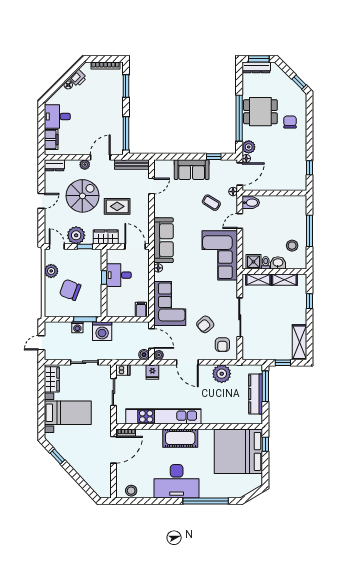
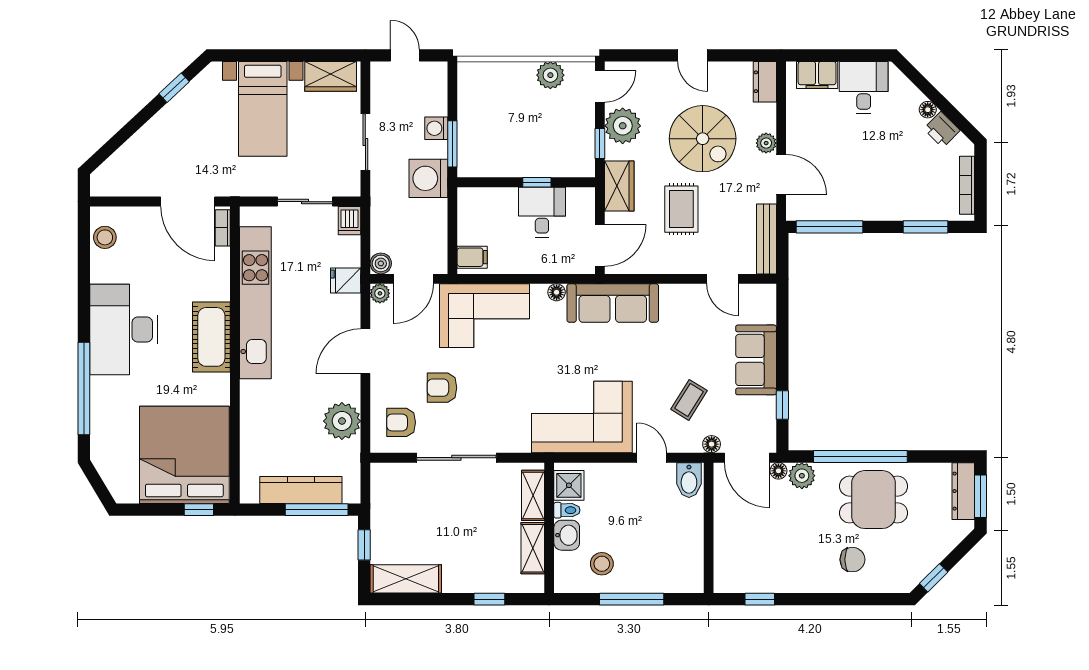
dining table: (260, 112) -> (874, 500), turned 90
chair: (70, 290) -> (512, 114), removed
armchair: (205, 324) -> (442, 388), turned -49

